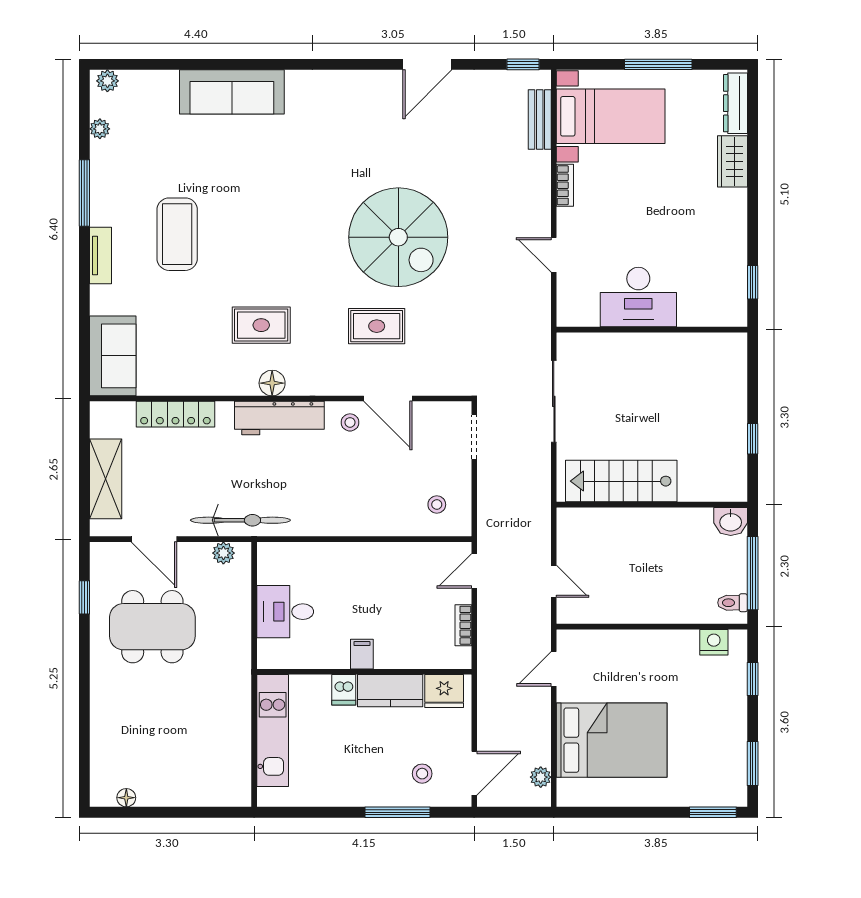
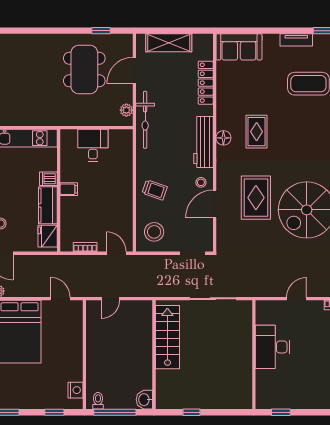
rug: (377, 326) -> (256, 198), width x1.36, depth x1.43
trolley: (363, 504) -> (155, 190), added
stool: (437, 505) -> (154, 232), width x1.89, depth x1.89

